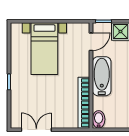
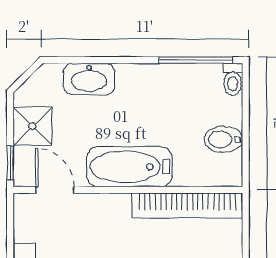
bidet: (99, 119) -> (223, 139), moved

